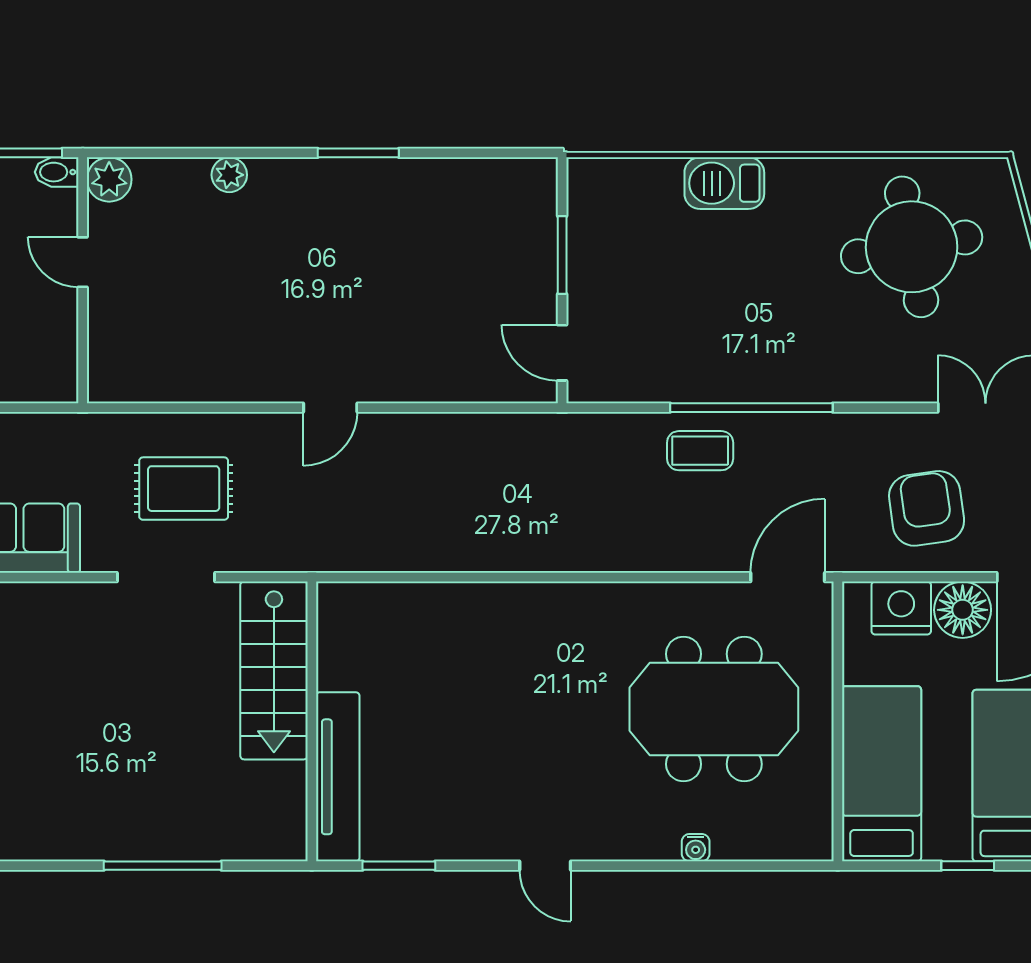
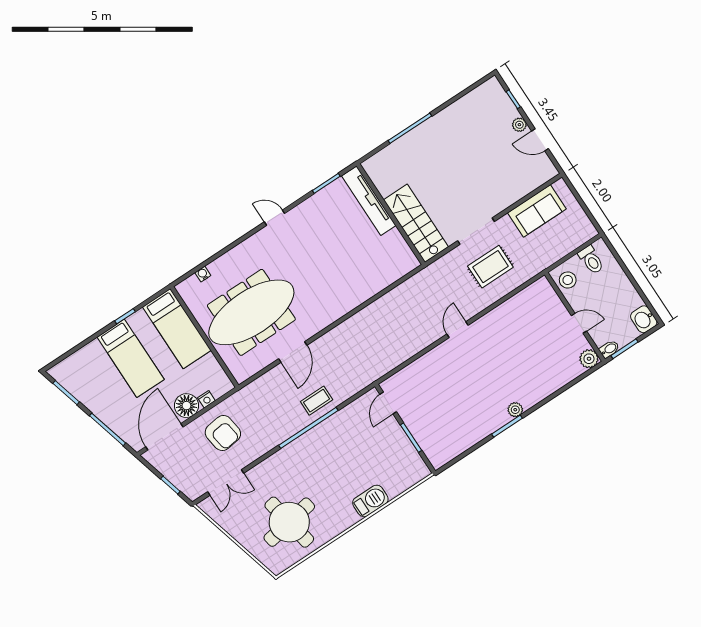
plant: (229, 175) -> (515, 410), moved
door: (562, 353) -> (388, 403), swing flipped
stool: (49, 362) -> (568, 280), added
door: (788, 577) -> (293, 352), moved
nightstand: (901, 608) -> (206, 399), width x0.53, depth x0.56
meeting table: (714, 709) -> (251, 312), width x1.36
water cooler: (696, 848) -> (203, 274), moved

